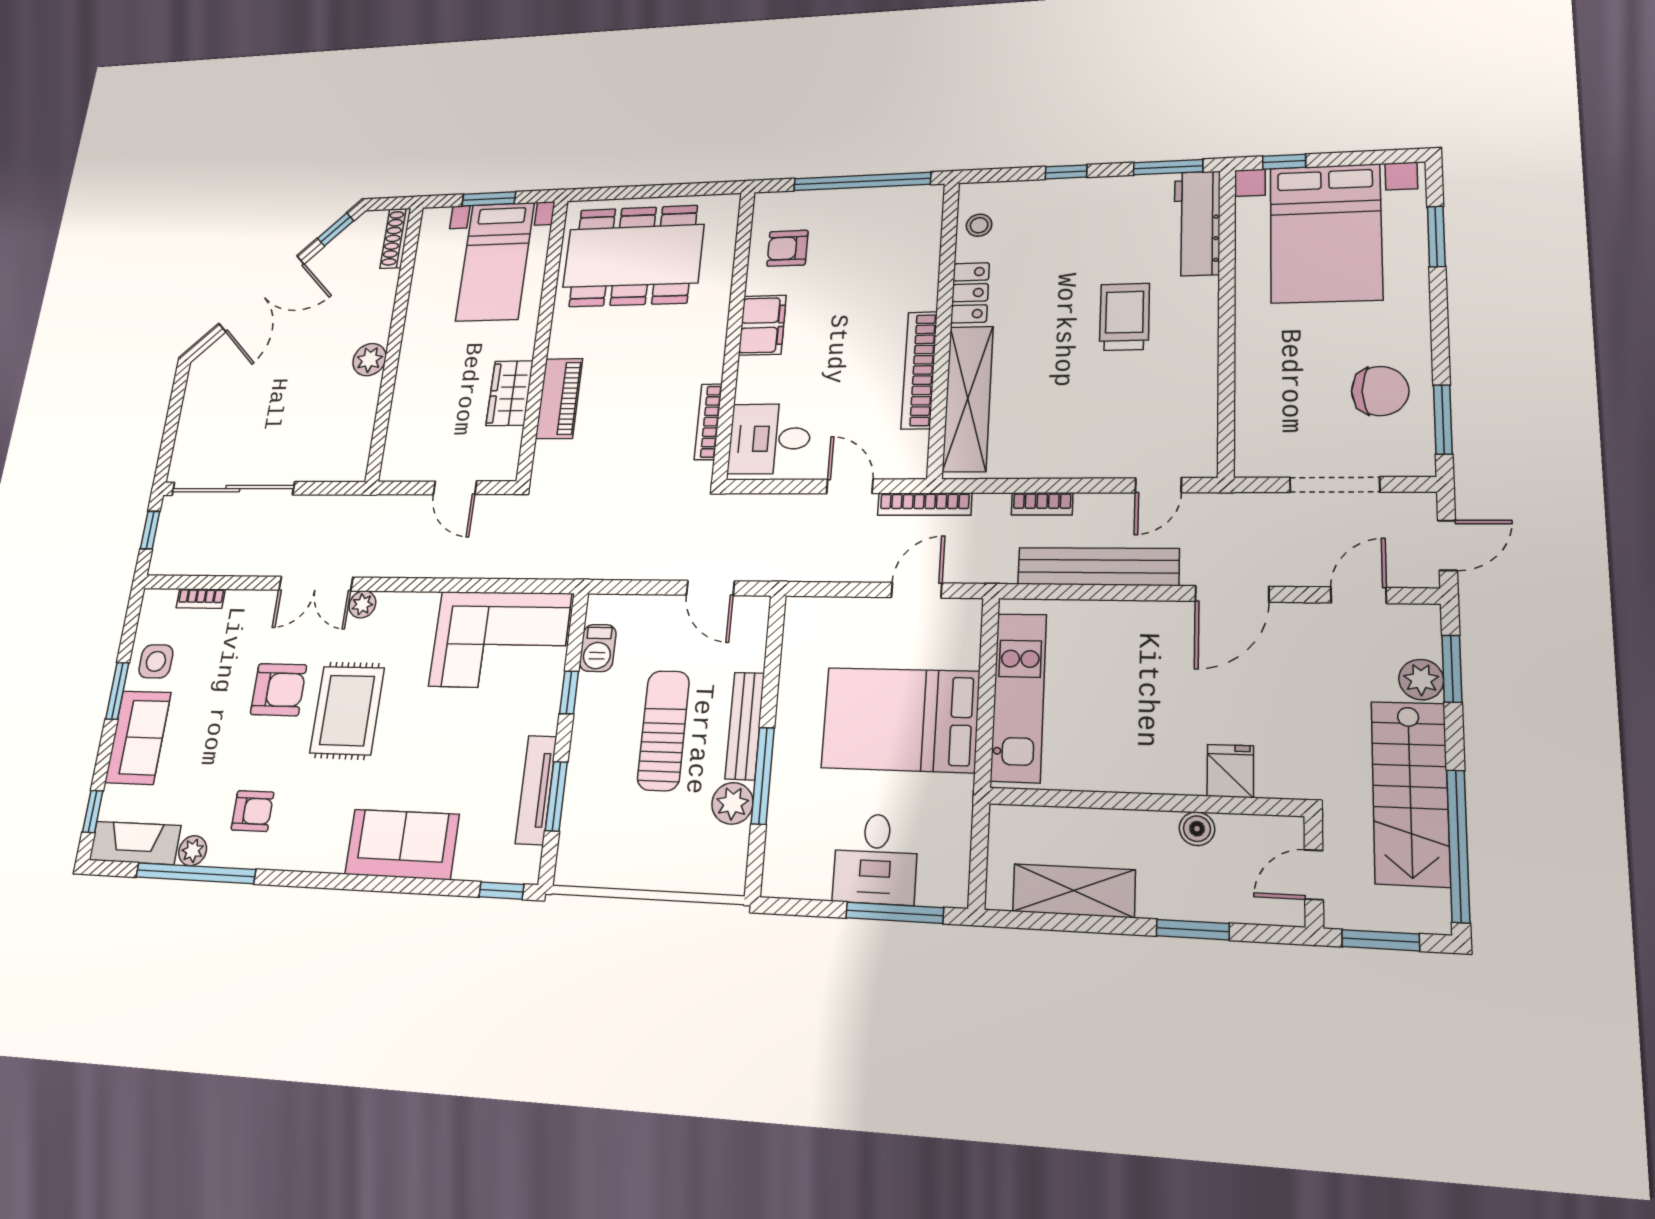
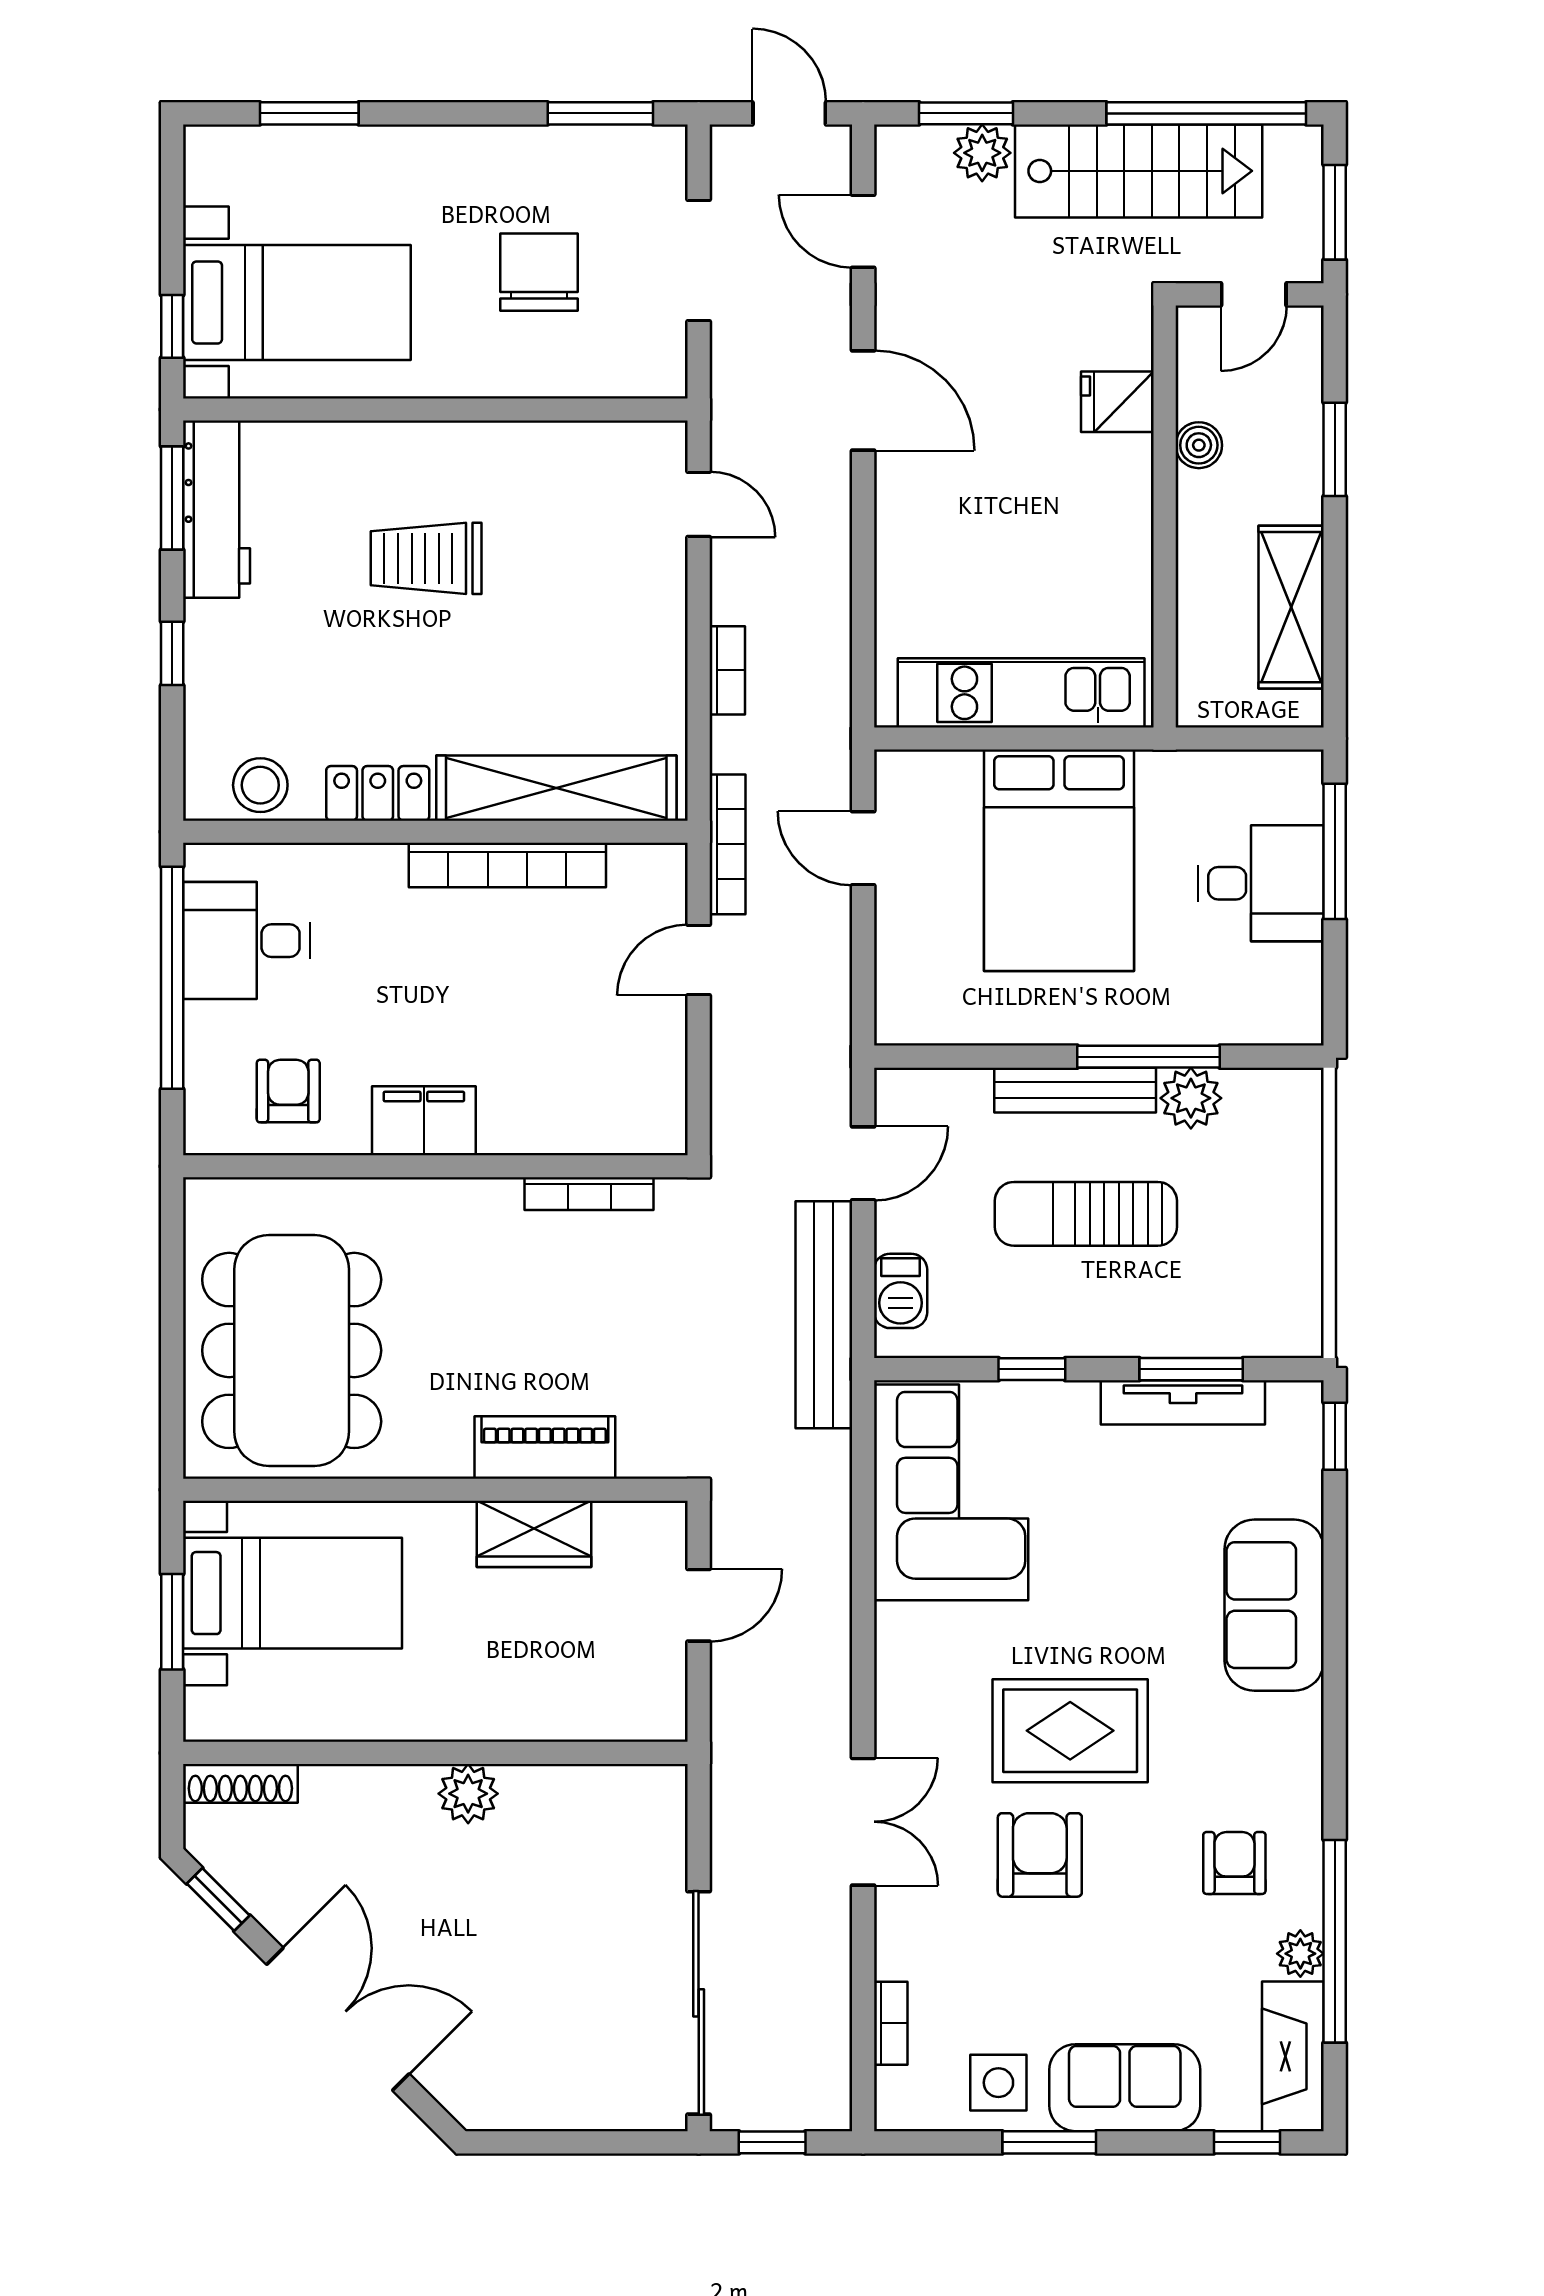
workbench: (1197, 223) -> (217, 509), moved, turned -90
stool: (979, 225) -> (260, 785), width x1.37, depth x1.37
bed with nightstands: (1326, 233) -> (297, 302), width x0.73
armchair: (787, 248) -> (288, 1091), turned 180
chair: (1380, 391) -> (539, 272), moved
desk: (770, 439) -> (246, 941), moved, turned 90
bench: (1098, 566) -> (824, 1315), moved
plant: (362, 604) -> (897, 1734), removed
barbecue: (598, 648) -> (901, 1291), moved, turned 90
door: (1314, 875) -> (1254, 294), hinge flipped

